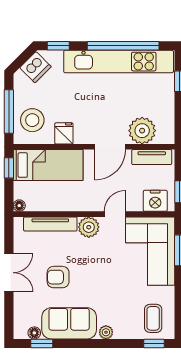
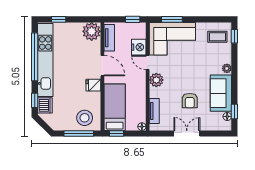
dishwasher: (35, 67) -> (45, 105), moved, turned 45
plant: (142, 131) -> (92, 31), moved
fridge: (64, 133) -> (93, 85), moved
nightstand: (155, 201) -> (139, 47), moved
tv unit: (50, 224) -> (154, 111), width x0.71

